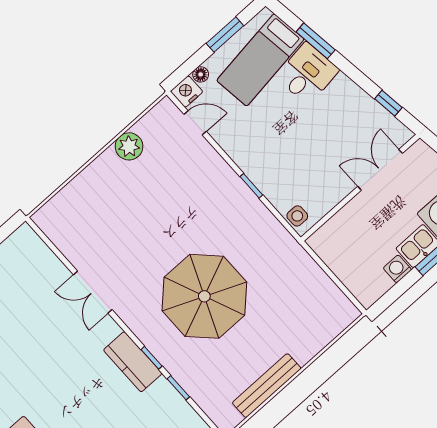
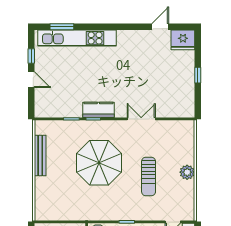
plant: (129, 146) -> (187, 172), moved
sun lounger: (163, 212) -> (149, 176), added

